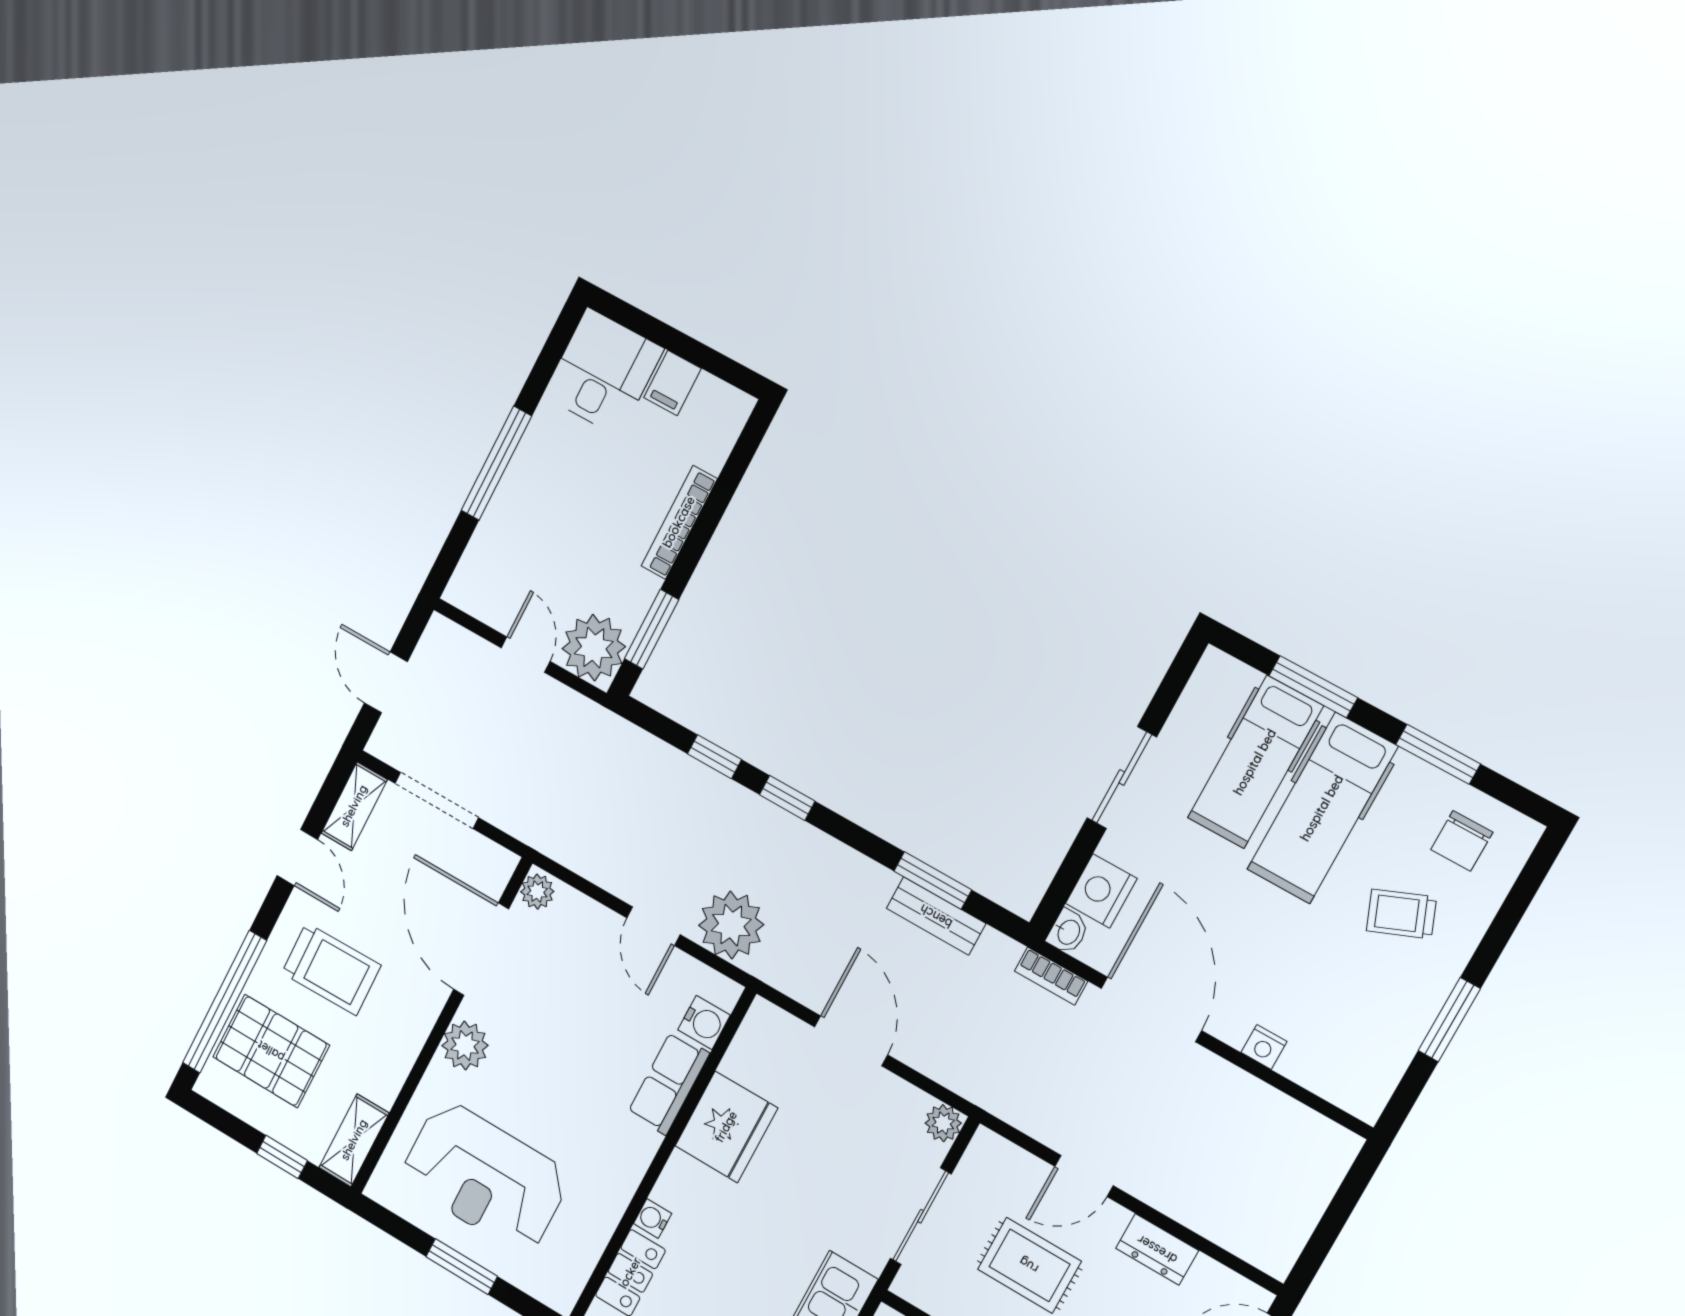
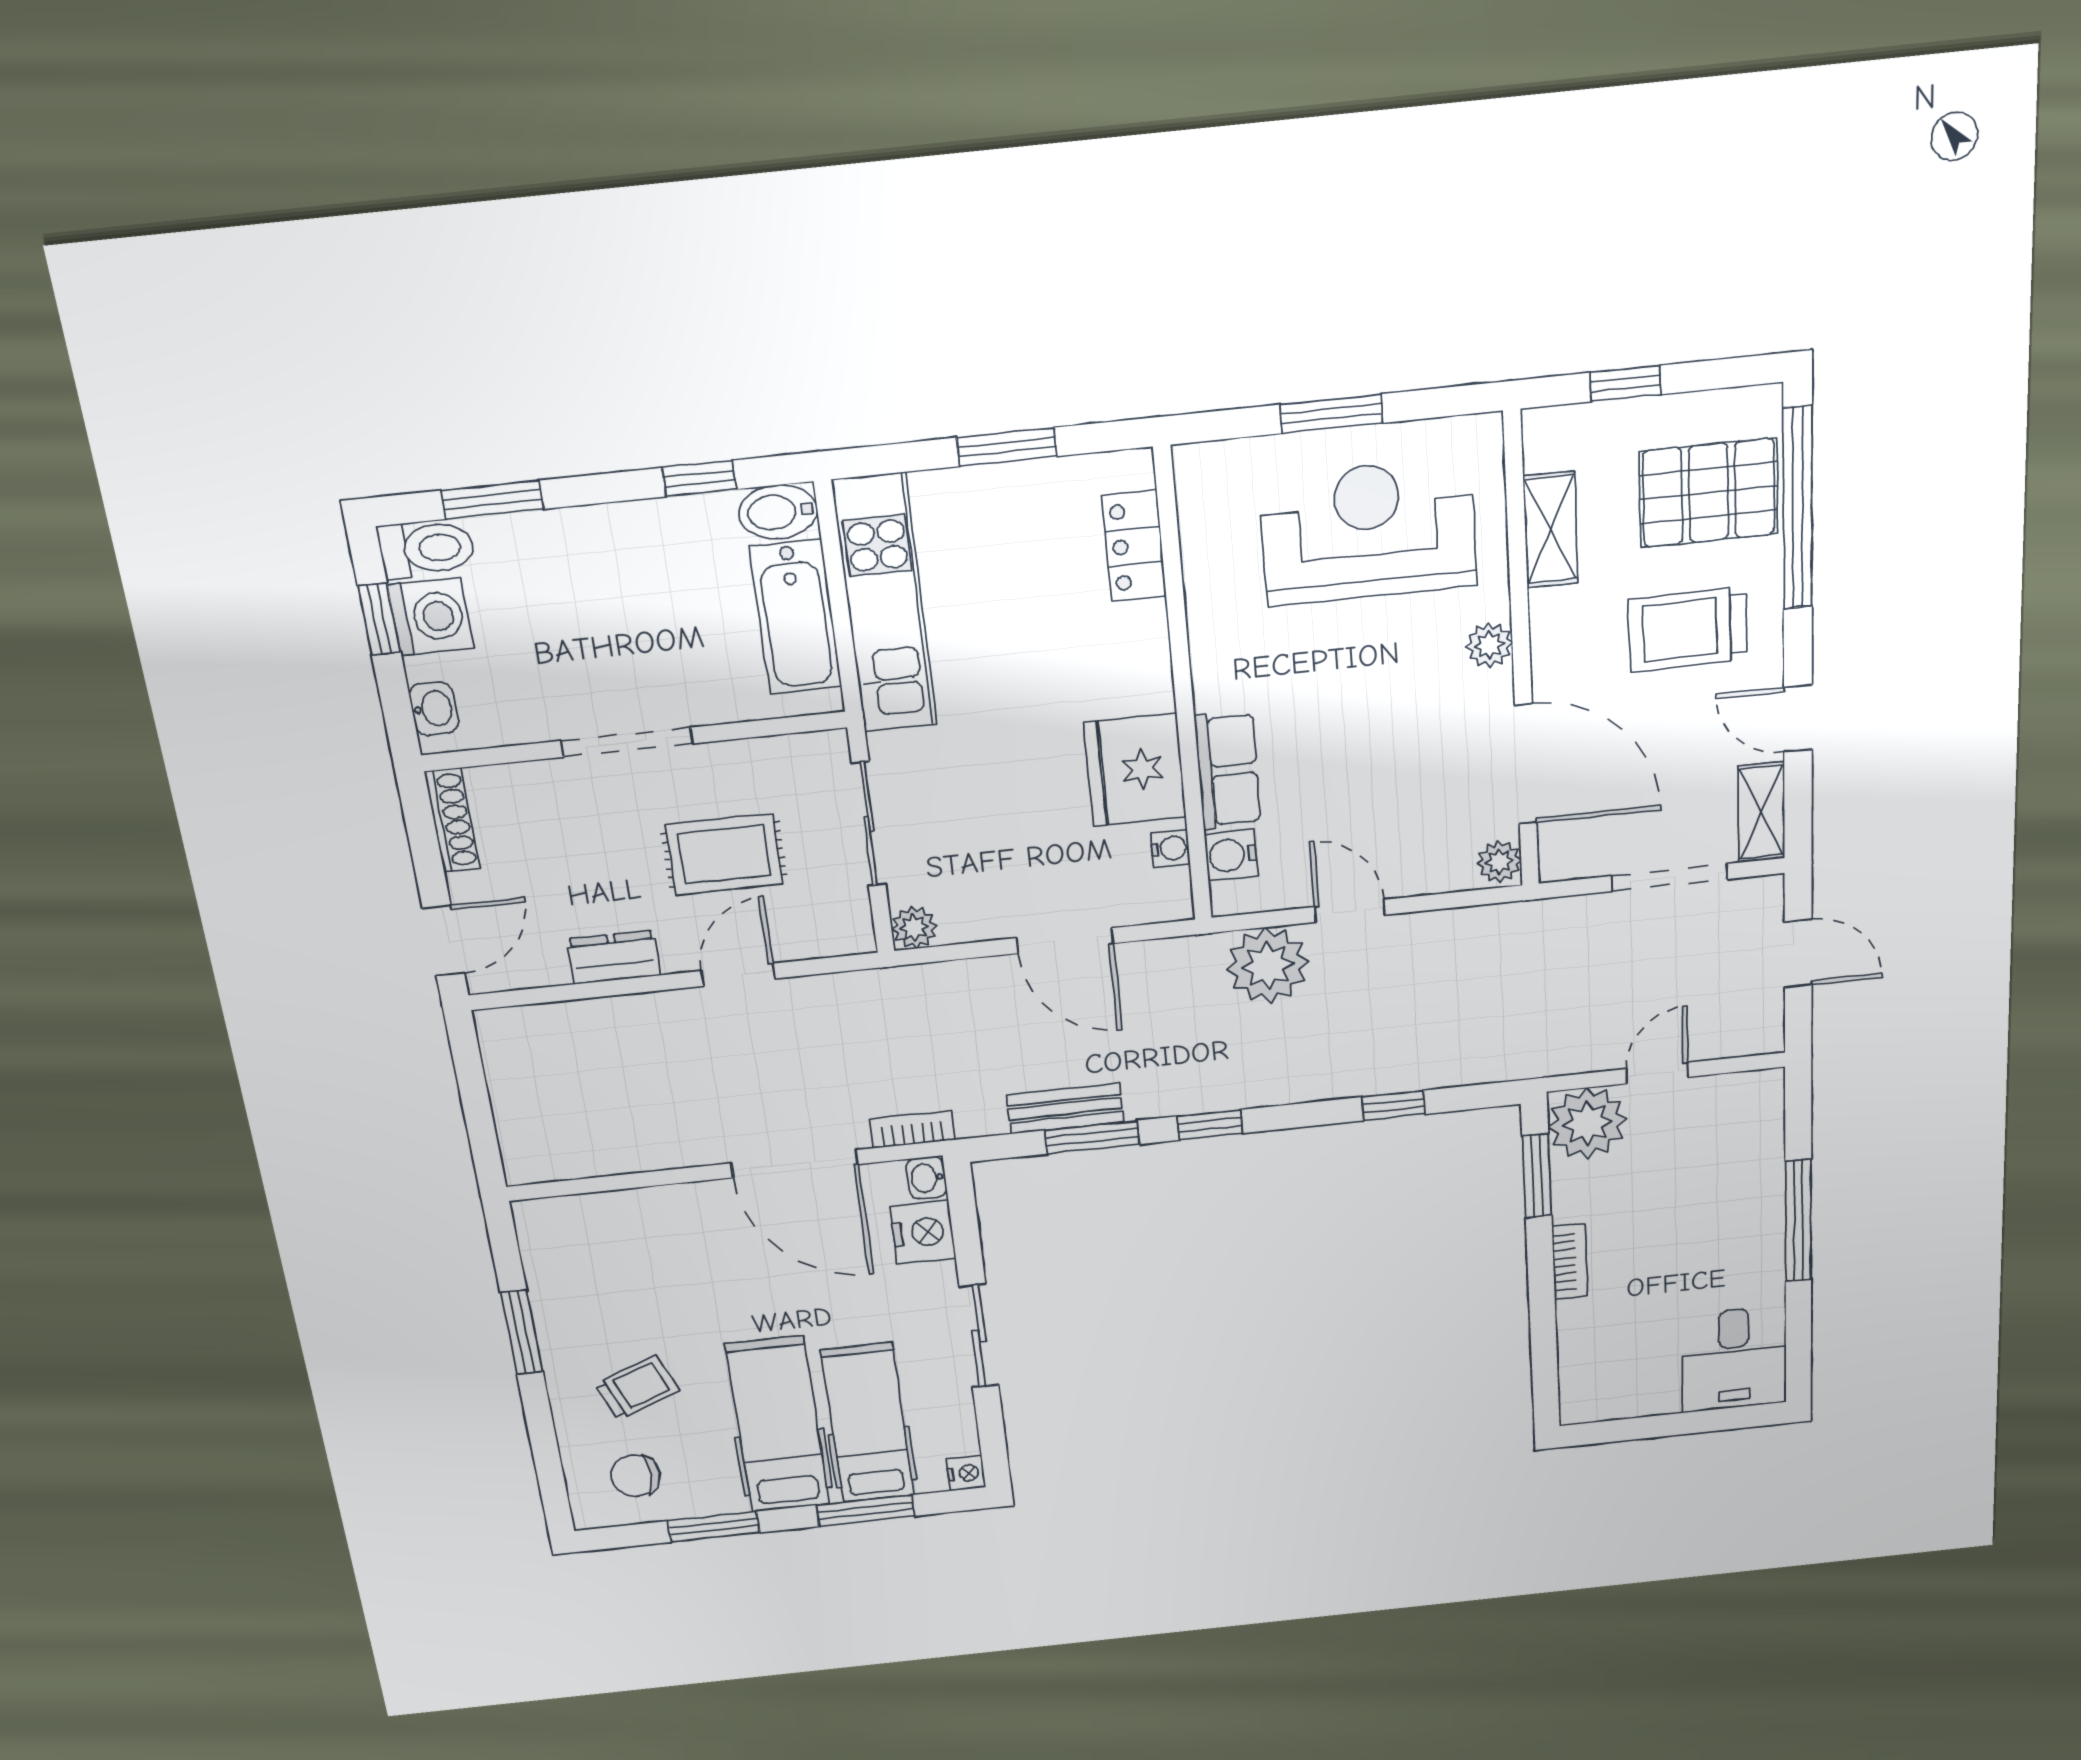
filing cabinet: (672, 383) -> (1656, 1390), removed
bookcase: (679, 522) -> (1570, 1262), width x0.64
door: (526, 655) -> (1657, 1073), swing flipped
window: (787, 798) -> (1210, 1125), moved
chair: (1462, 841) -> (636, 1476), turned -90
plant: (465, 1045) -> (1489, 645), width x0.73, depth x0.73
nightstand: (1264, 1047) -> (966, 1473), moved, turned 90
shelving: (354, 1140) -> (1551, 530), moved
water cooler: (653, 1219) -> (1170, 848), moved

